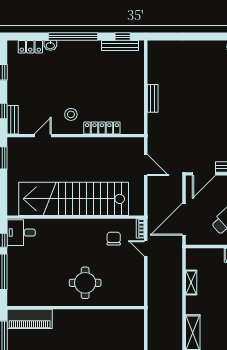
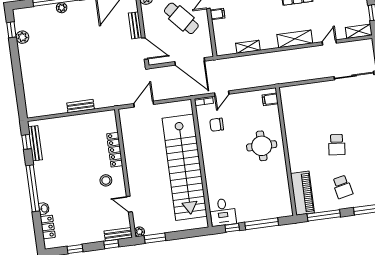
plant: (12, 142) -> (139, 232), added
filing cabinet: (133, 298) -> (270, 99), added

